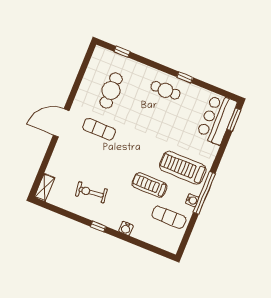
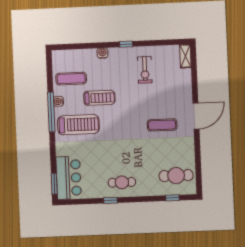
cafe table: (111, 91) -> (176, 176), moved, turned 90
exercise bike: (91, 192) -> (145, 70), turned 97

